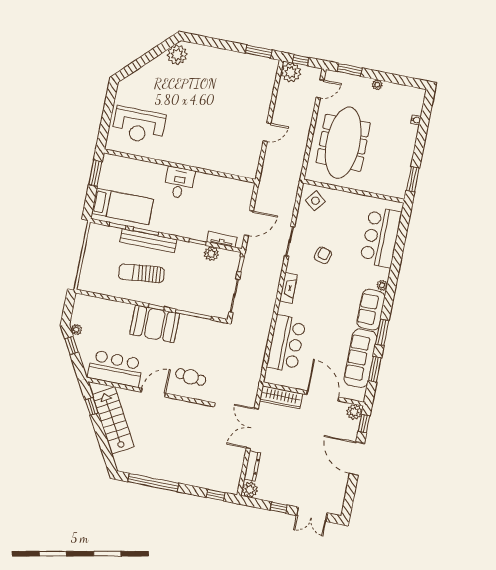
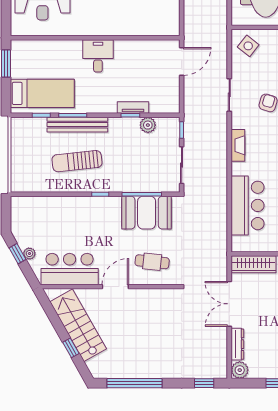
door: (249, 223) -> (182, 61), moved
tv unit: (222, 239) -> (133, 108), moved
booth: (155, 324) -> (147, 213), moved
plant: (76, 330) -> (29, 254), moved
window: (92, 406) -> (71, 348), moved

